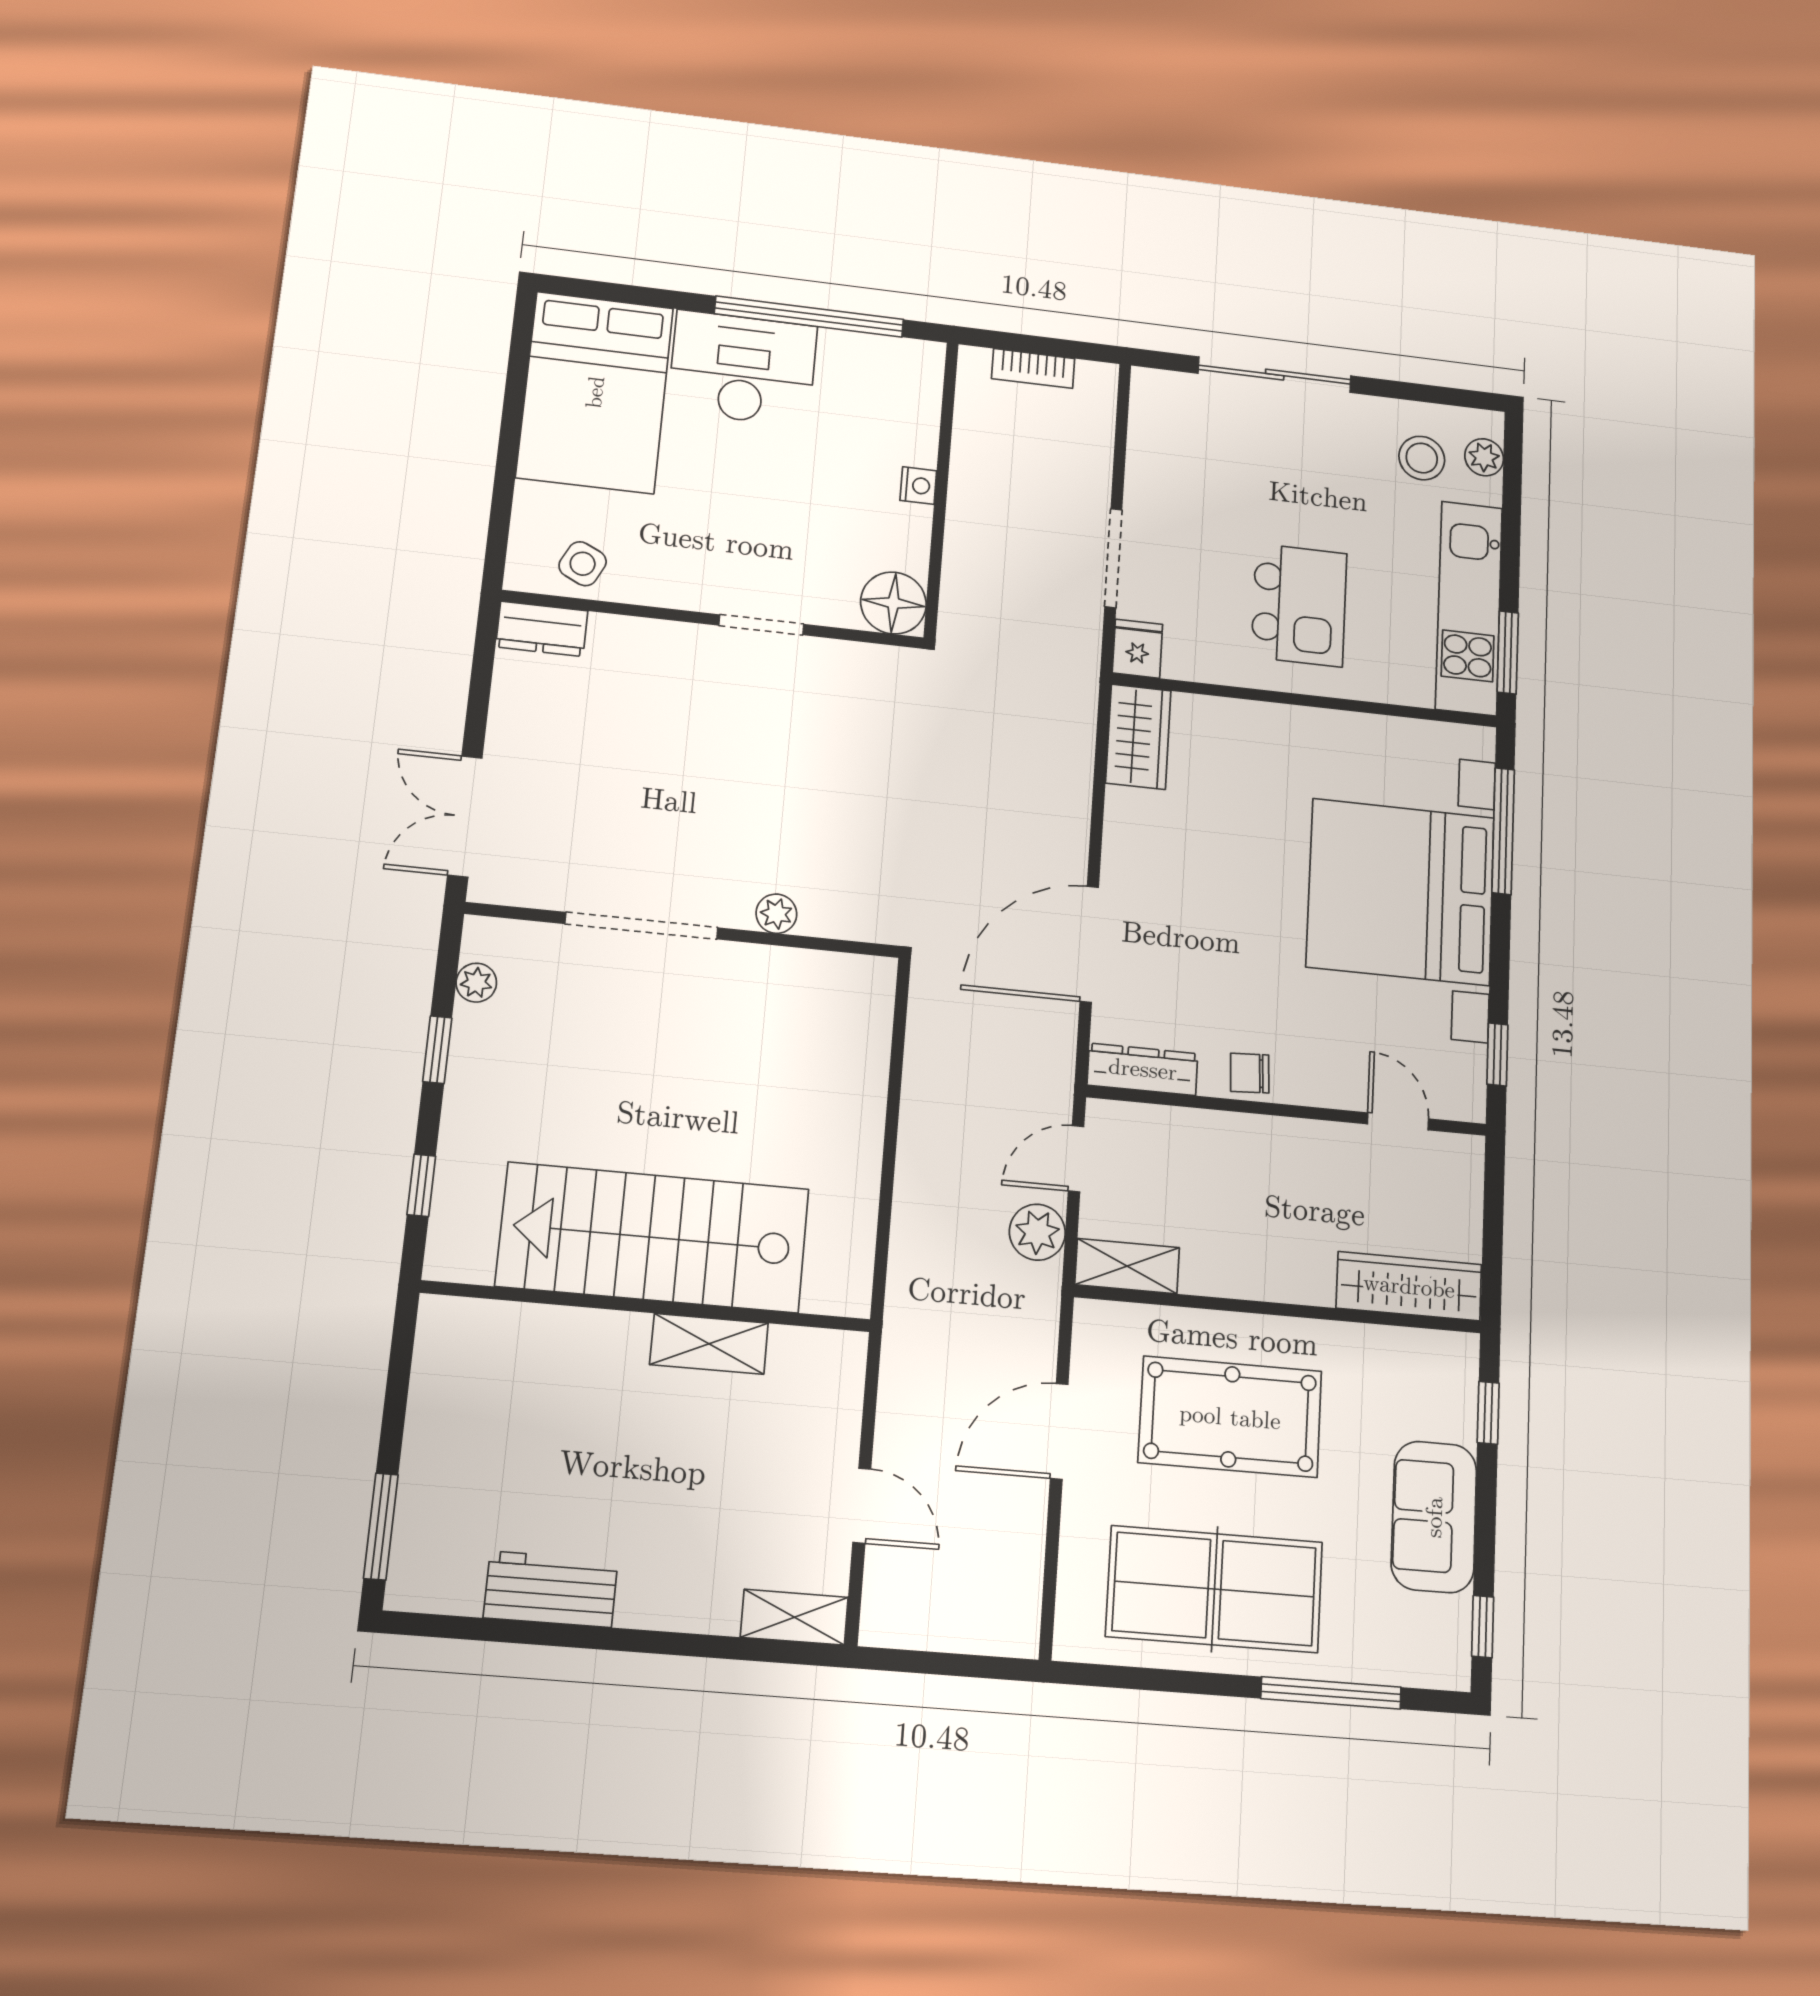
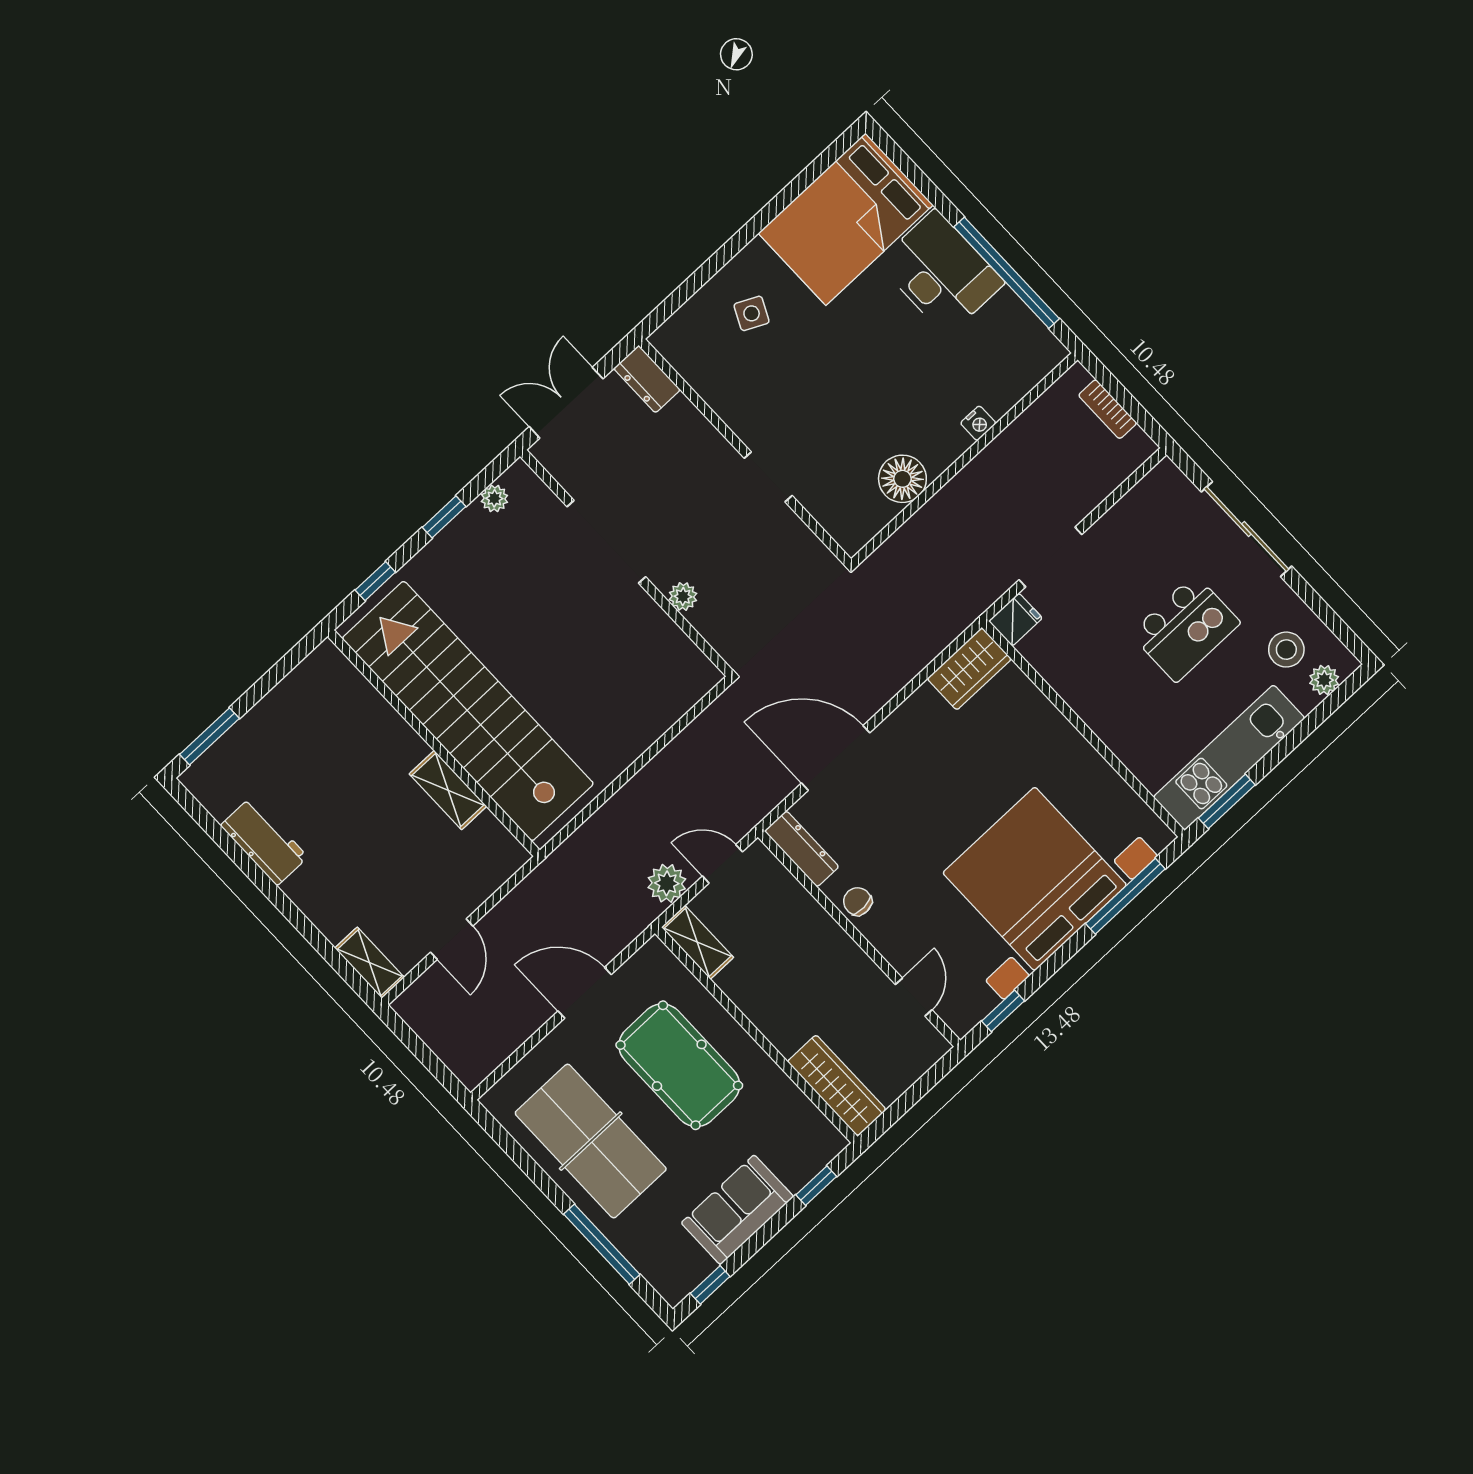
kitchen island: (1299, 605) -> (1185, 628), moved
wall: (714, 619) -> (745, 452), moved
doorway: (761, 625) -> (768, 477), moved
dresser: (542, 629) -> (647, 379), moved
stairs: (653, 1237) -> (468, 711), width x1.36

